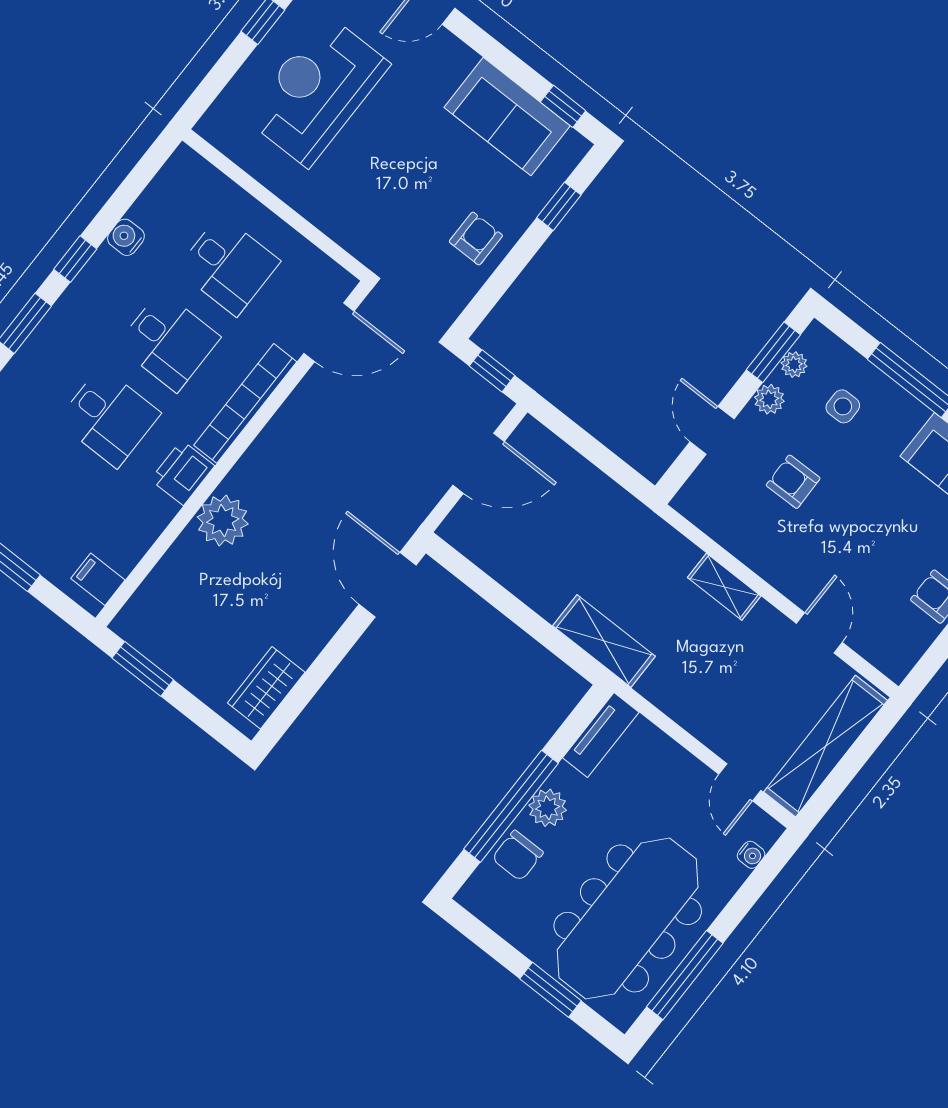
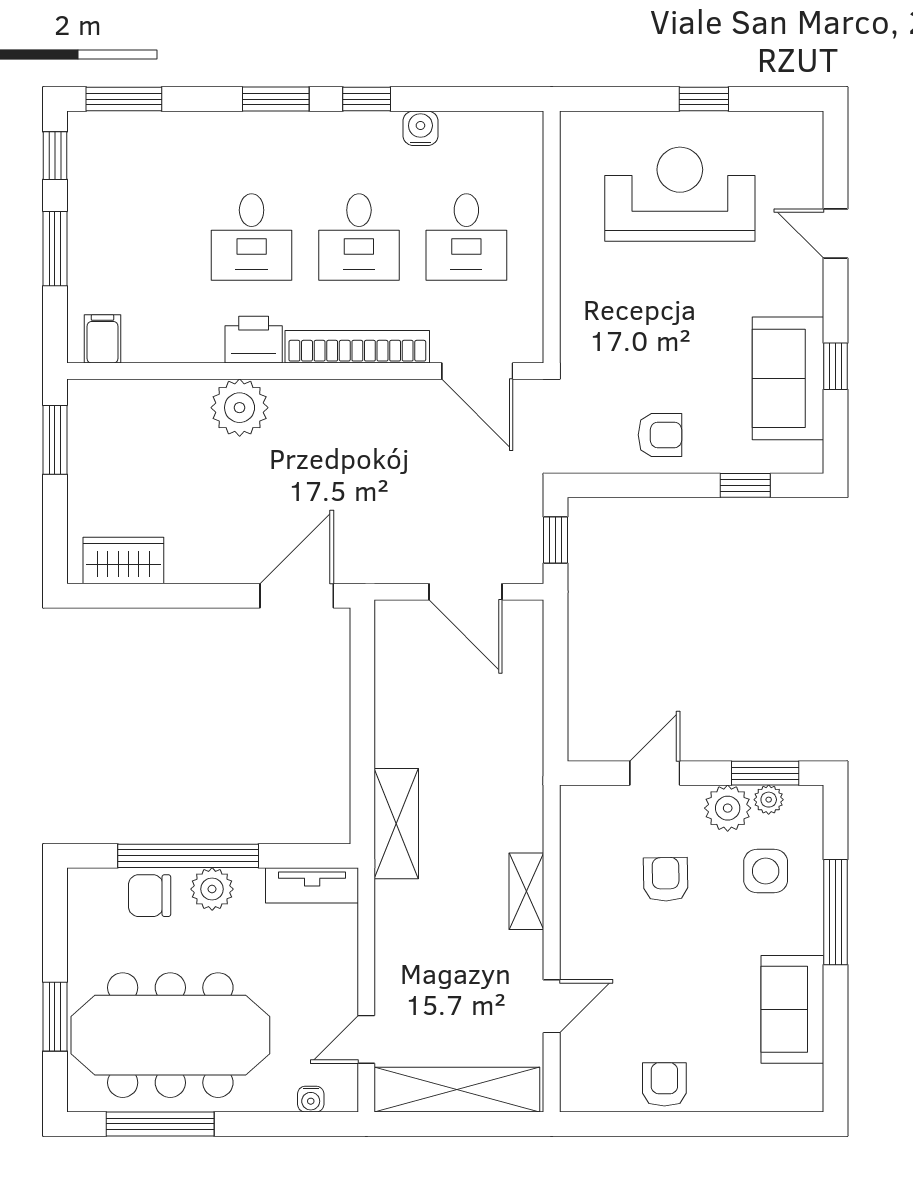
window: (563, 106) -> (835, 366), moved
plant: (769, 399) -> (728, 808), width x1.38, depth x1.38
side table: (843, 406) -> (766, 871), width x1.37, depth x1.37

